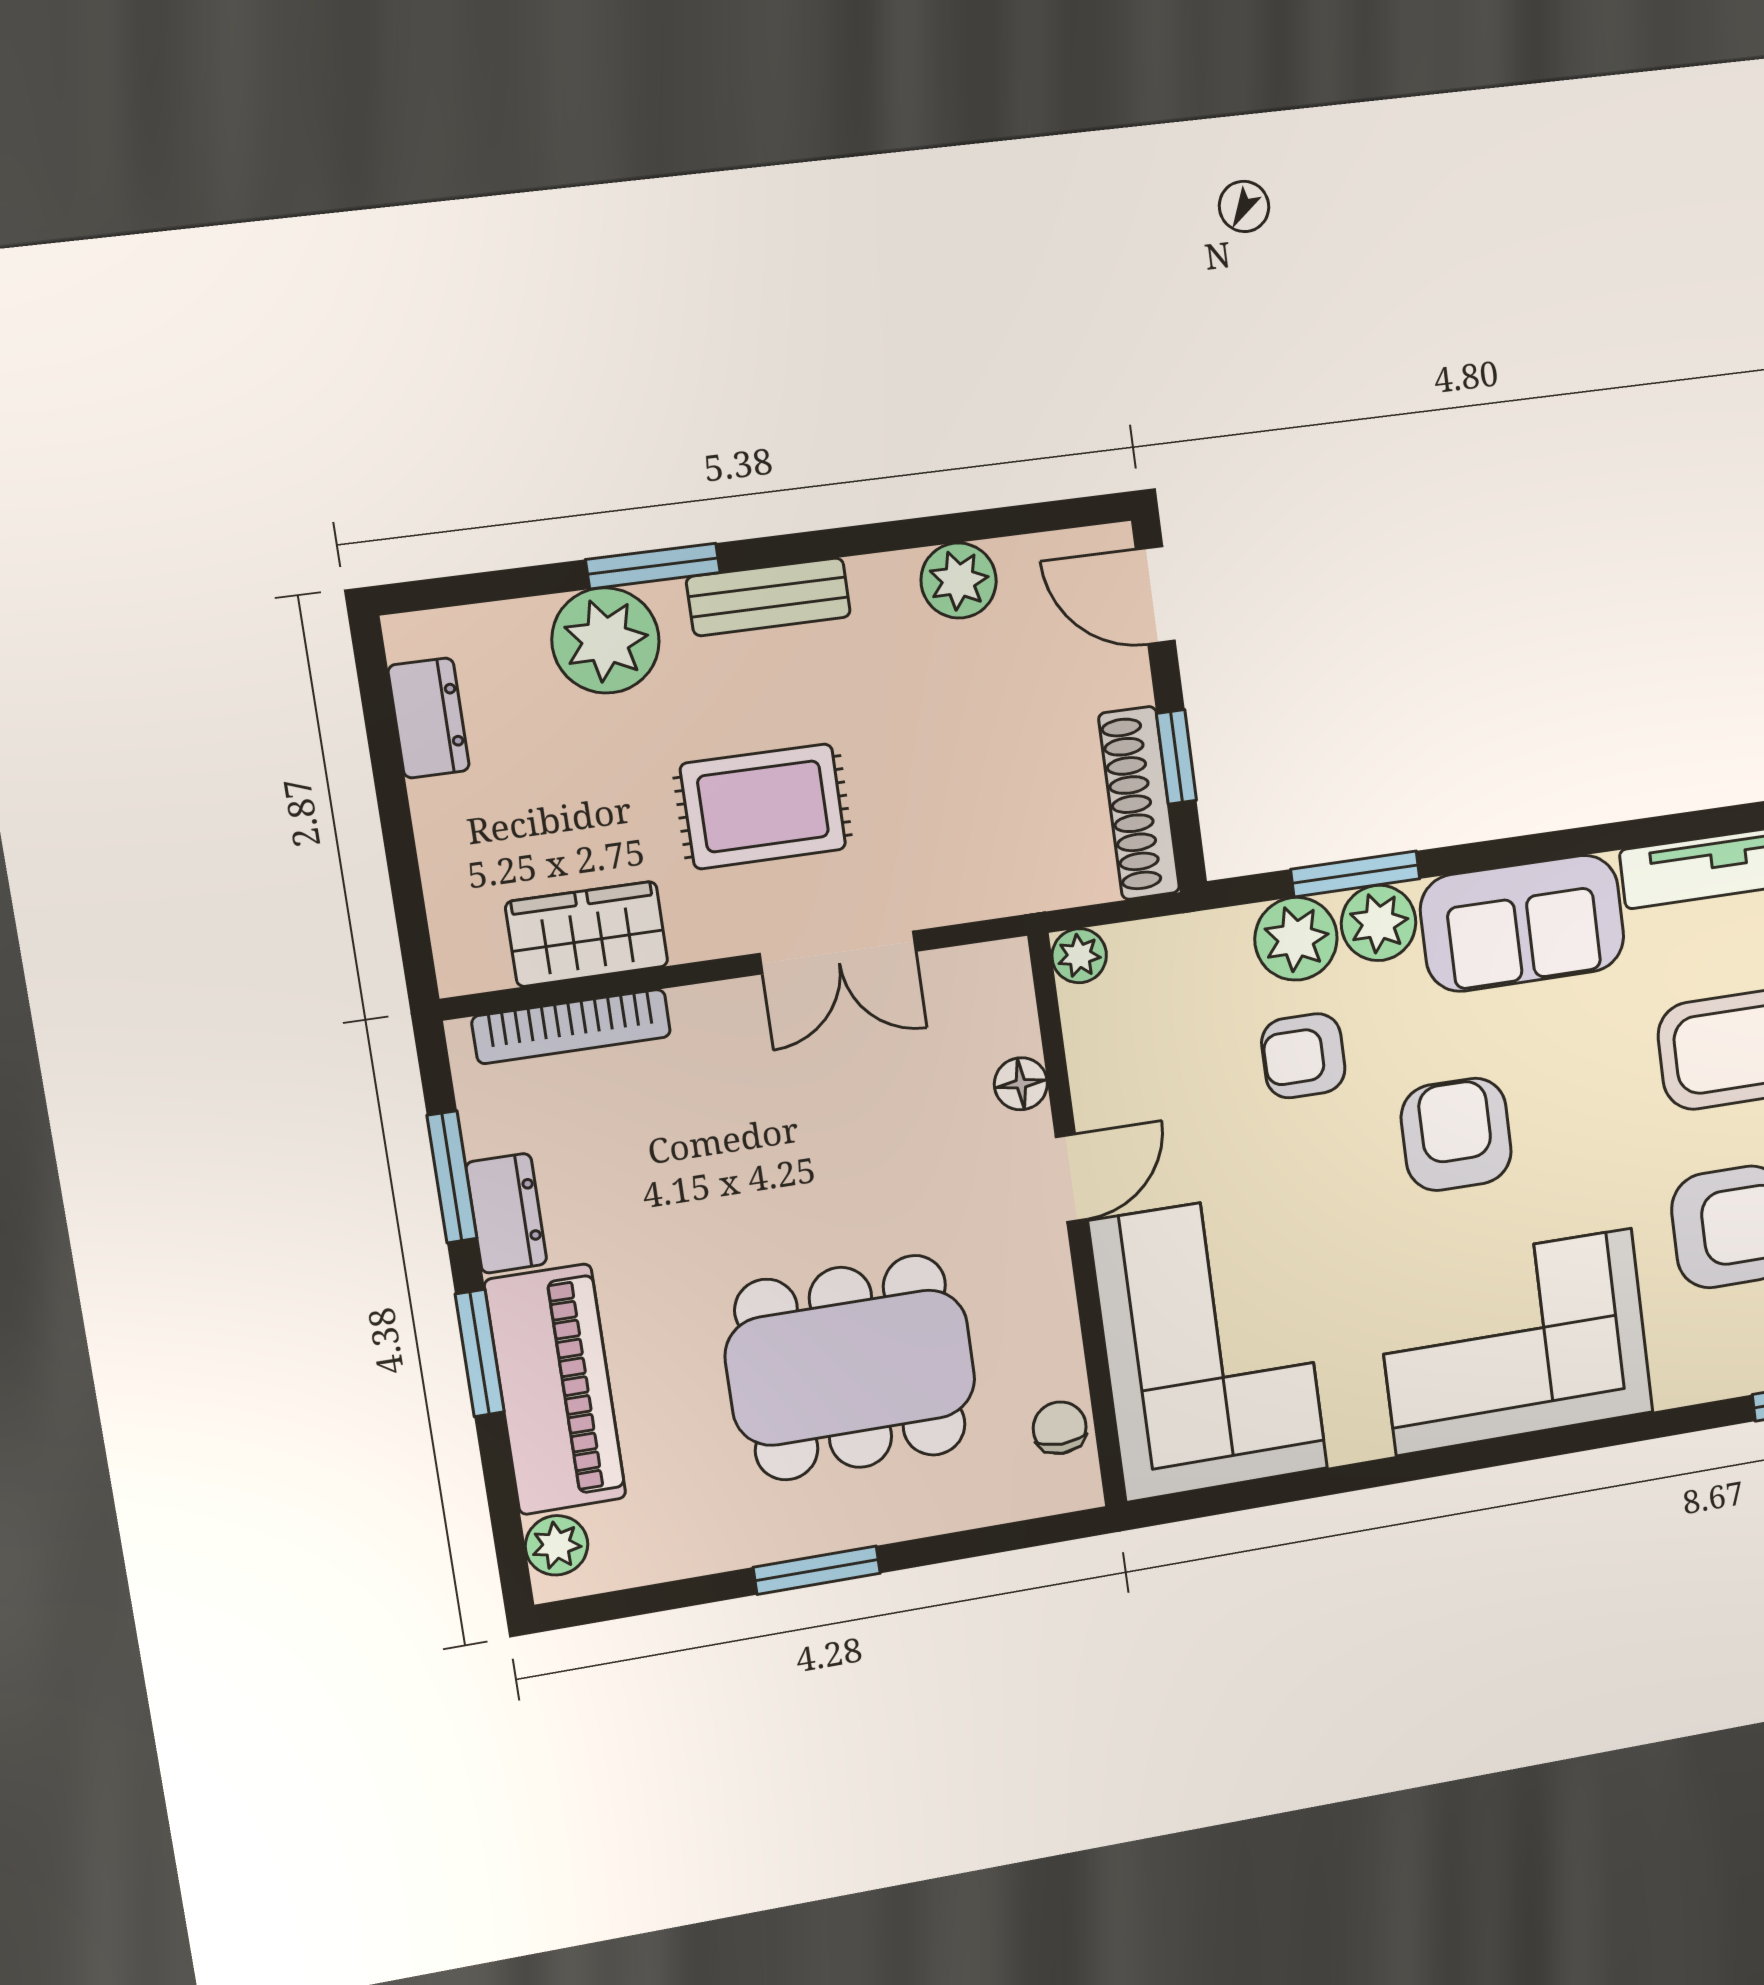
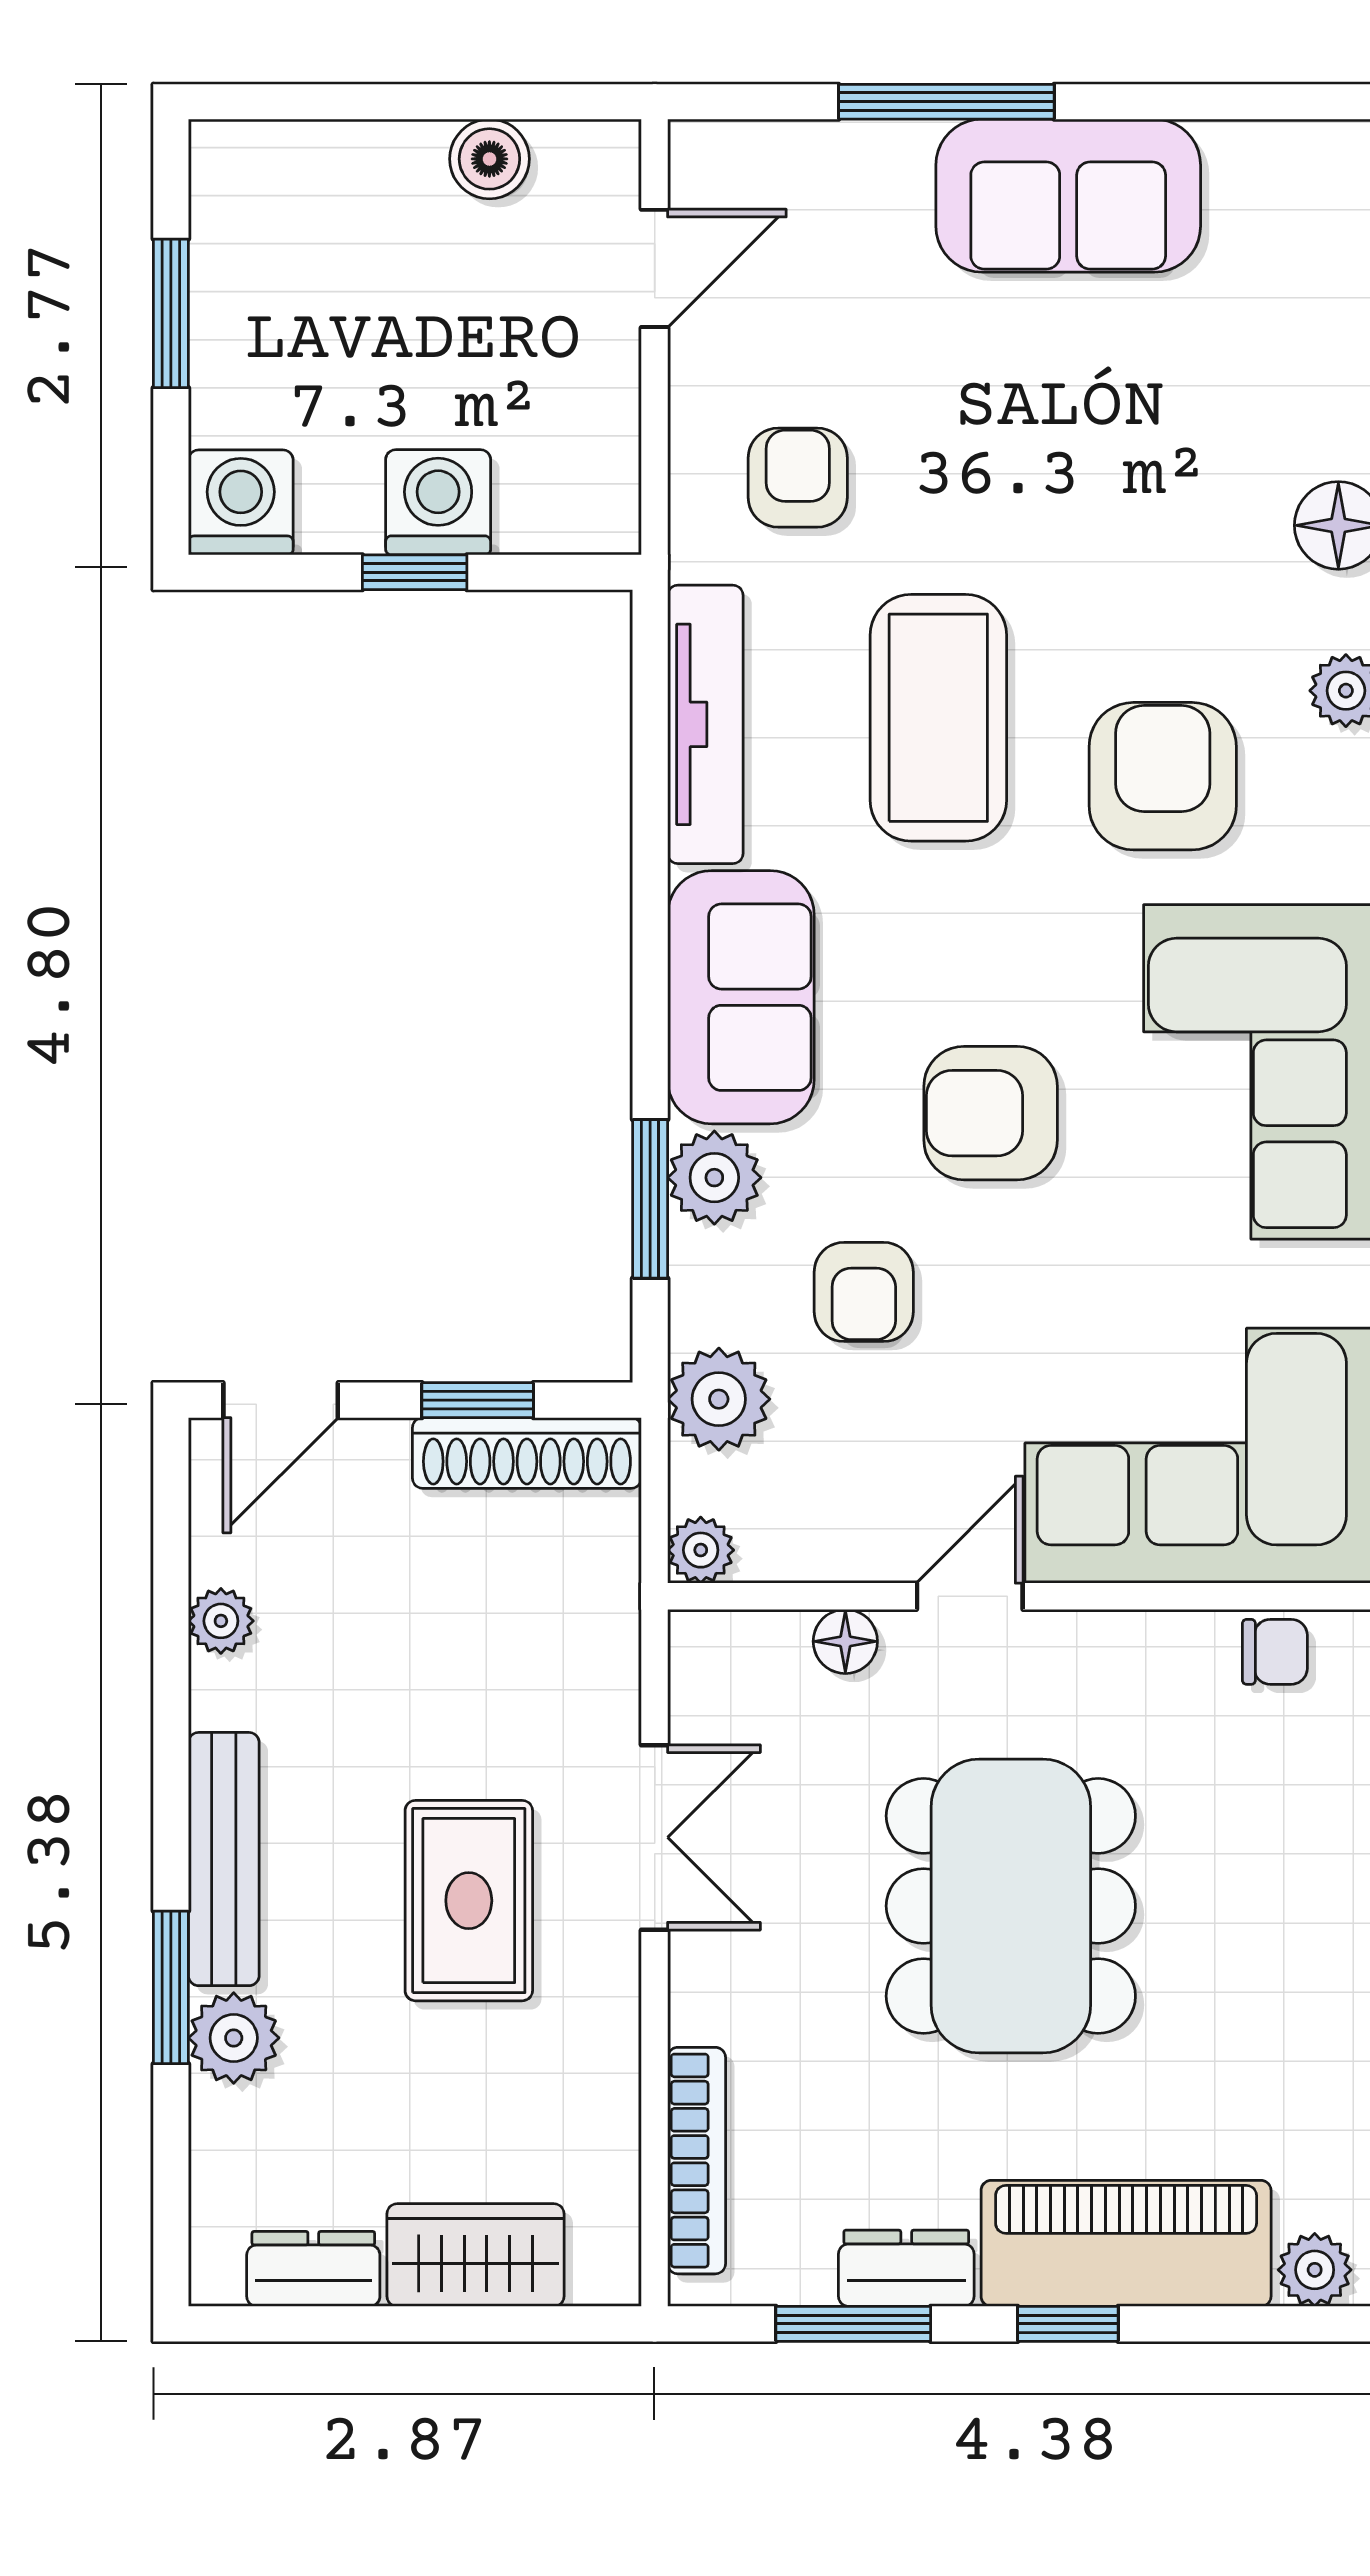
plant: (959, 581) -> (221, 1621), width x0.73, depth x0.73
bench: (768, 597) -> (224, 1859), width x1.36
plant: (606, 640) -> (234, 2038), width x0.73, depth x0.73
wardrobe: (587, 934) -> (475, 2255), moved, turned 90
plant: (1296, 939) -> (719, 1399), moved
door: (1071, 1178) -> (970, 1596), hinge flipped
window: (480, 1353) -> (1068, 2324), width x0.67
dining table: (851, 1368) -> (1011, 1906), moved
chair: (1060, 1428) -> (1275, 1652), turned 180

